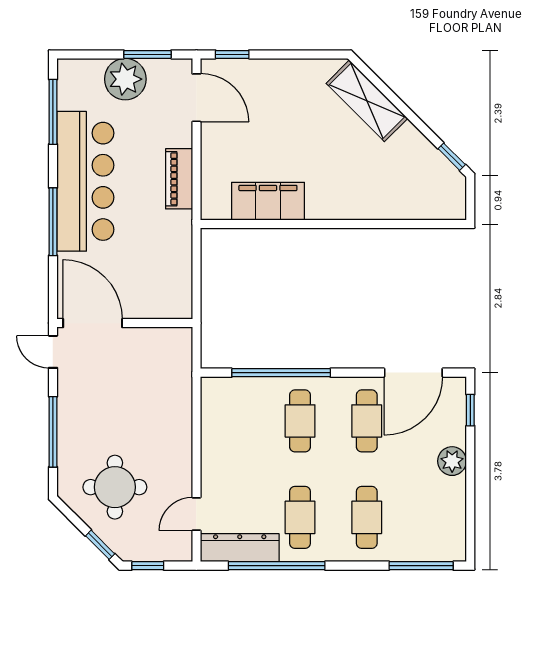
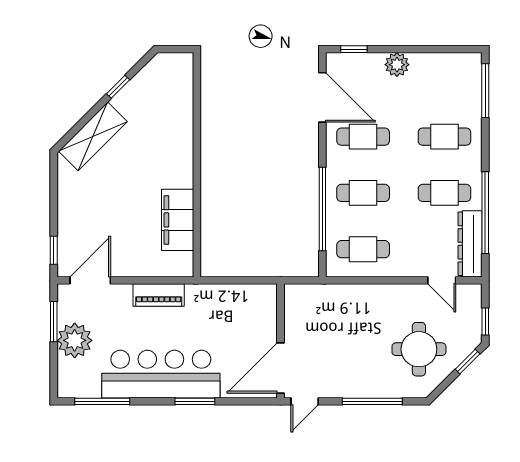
window: (452, 157) -> (118, 87), moved
window: (53, 222) -> (195, 401), width x0.69
cafe table: (233, 421) -> (363, 249), added

